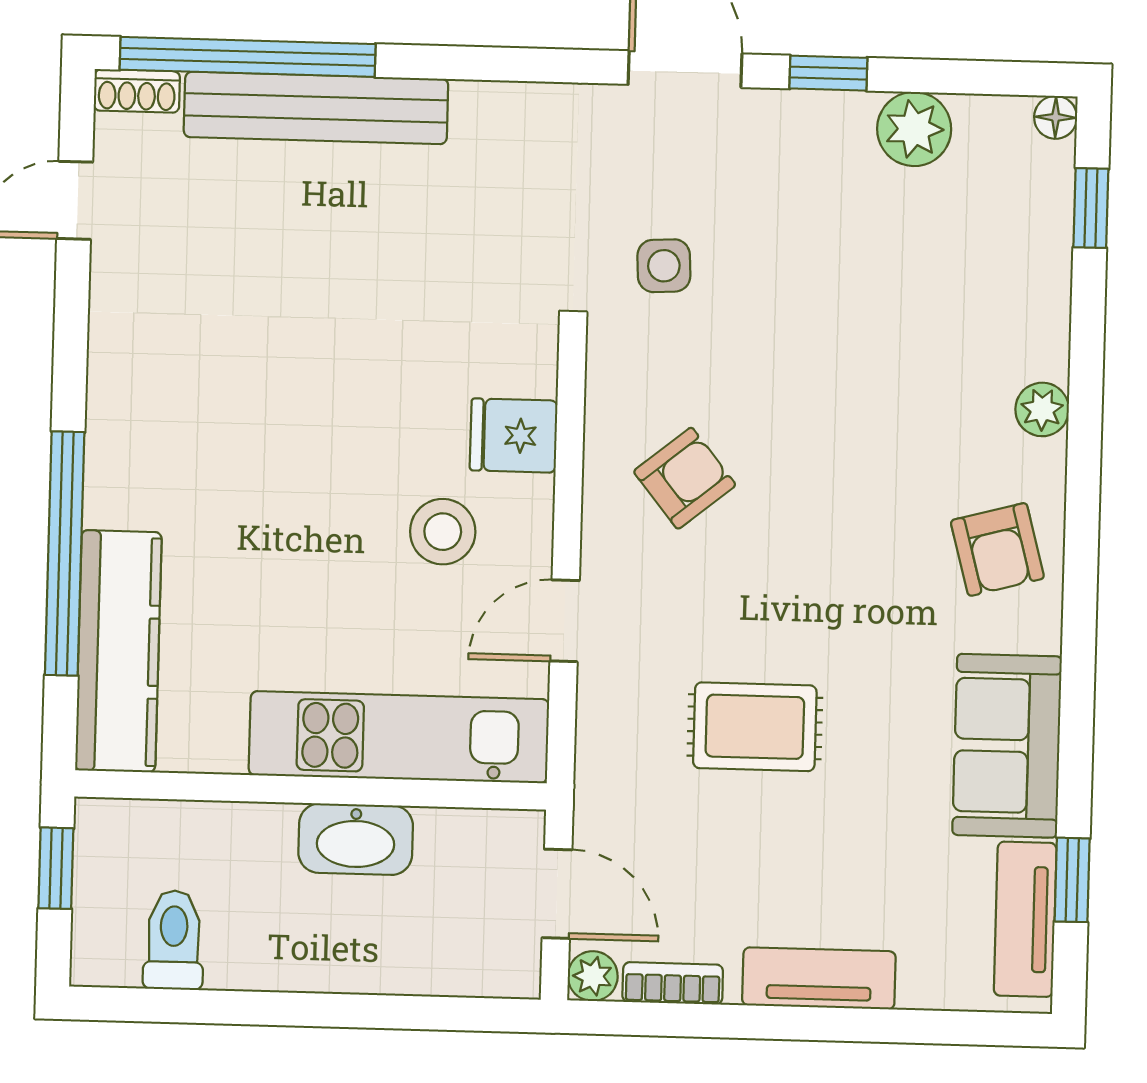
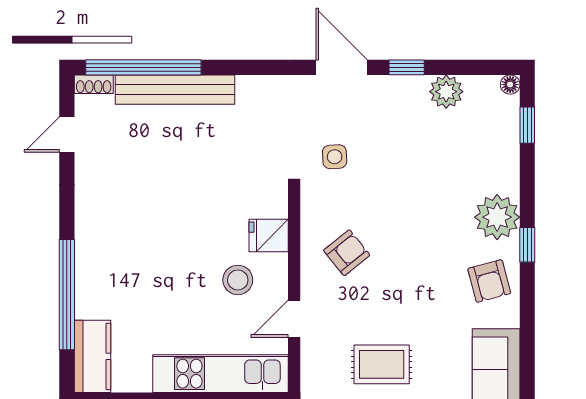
plant: (1042, 409) -> (497, 217), width x1.88, depth x1.88
window: (1084, 472) -> (527, 245), added
kitchen counter: (118, 651) -> (92, 356), width x0.67

